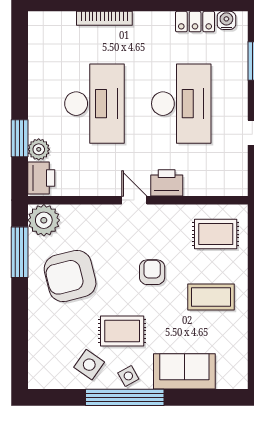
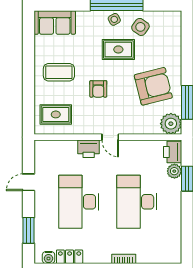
bookcase: (104, 18) -> (124, 259), width x0.64
sofa: (184, 371) -> (55, 22), moved

